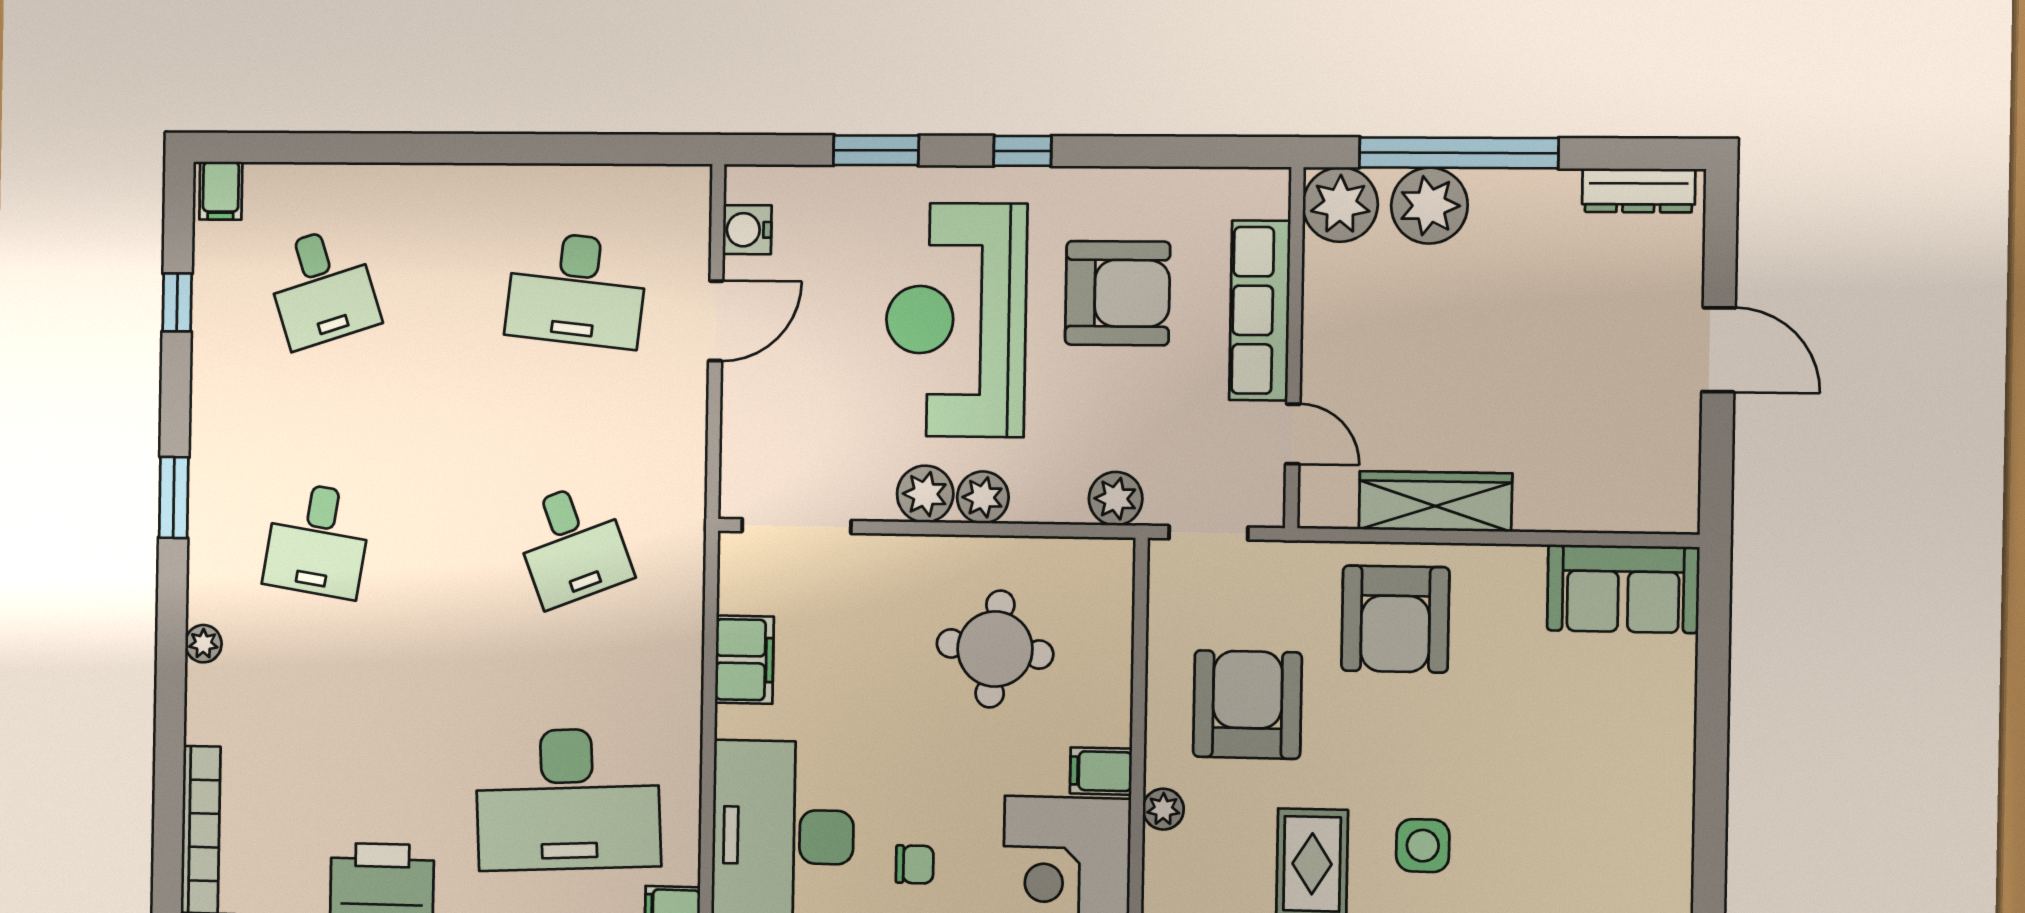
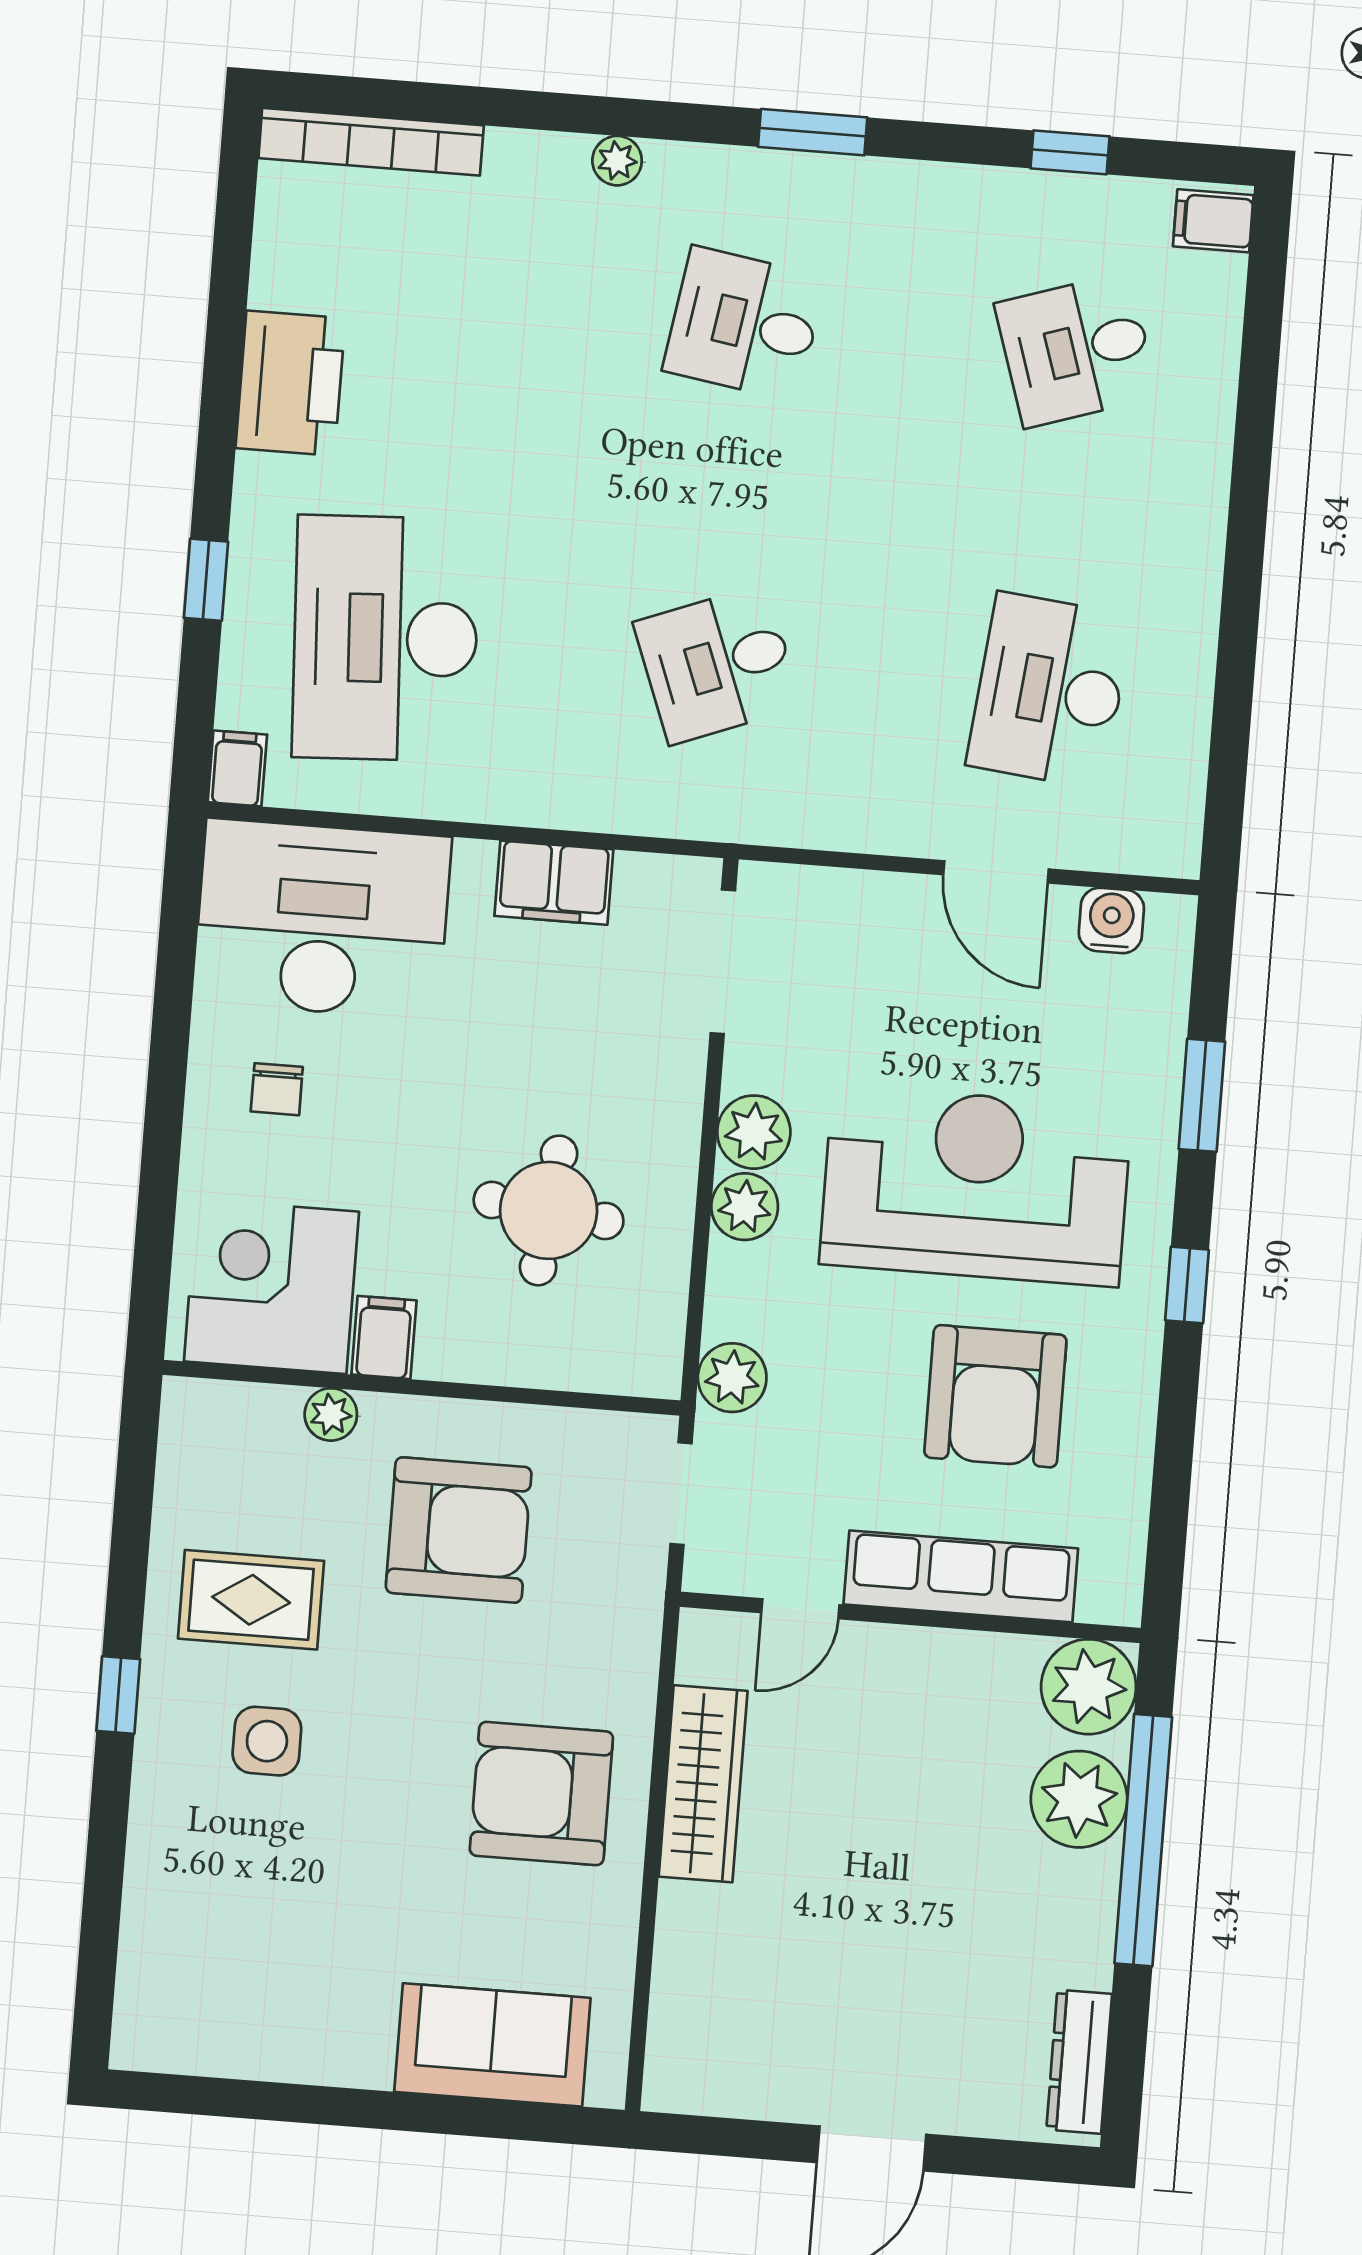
sofa: (1623, 589) -> (492, 2045), moved, turned 90
armchair: (1395, 619) -> (541, 1794), moved

